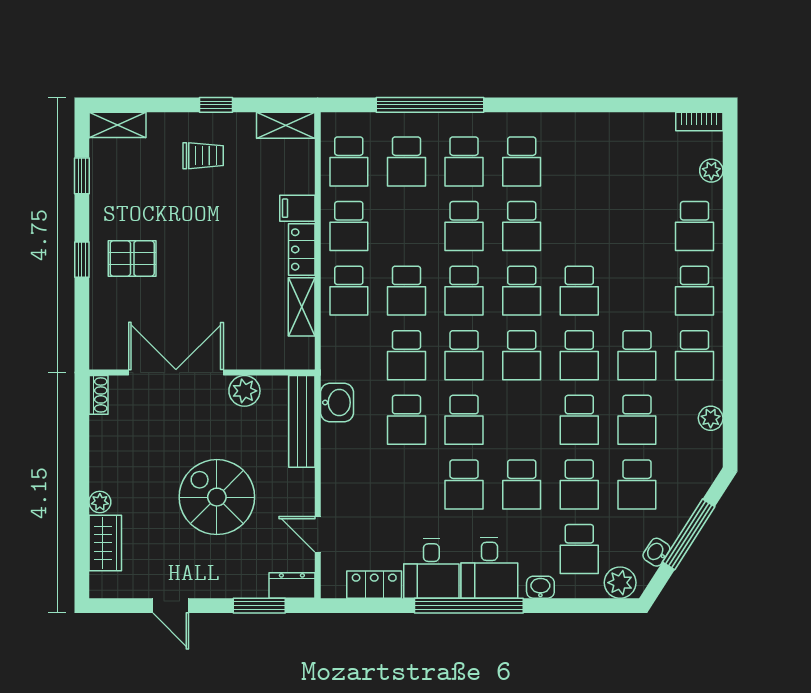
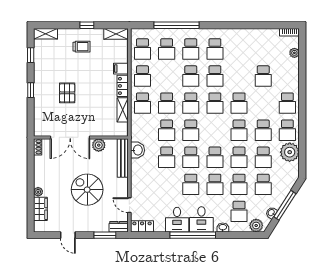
school desk: (695, 226) -> (263, 76), moved
pallet: (132, 259) -> (67, 93), moved, turned 90
school desk: (522, 355) -> (215, 157), moved
double door: (176, 373) -> (70, 137), swing flipped
plant: (711, 418) -> (290, 152), width x1.88, depth x1.88
locker: (374, 585) -> (142, 226), moved

